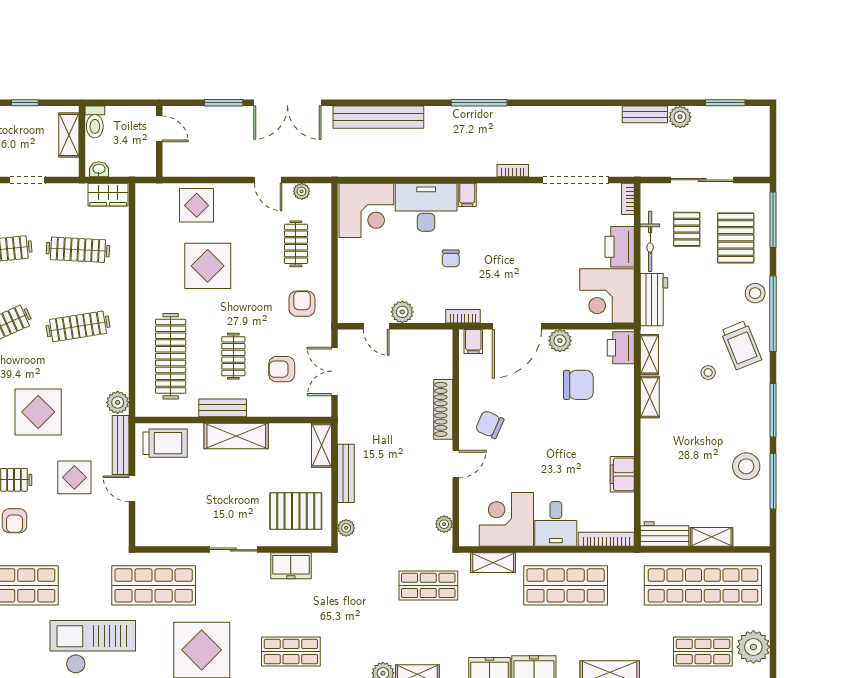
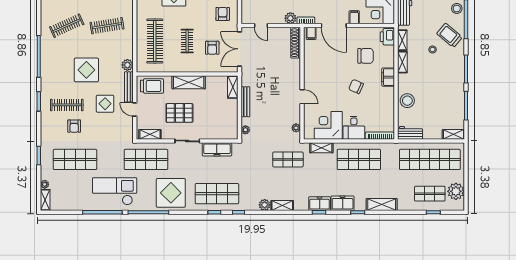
filing cabinet: (557, 310) -> (354, 17), added
plant: (402, 312) -> (290, 18), moved
door: (517, 326) -> (334, 26), hinge flipped
plant: (560, 341) -> (356, 33), removed
trolley: (741, 345) -> (450, 35), turned 152
armchair: (282, 369) -> (212, 48), turned -90
double door: (335, 371) -> (239, 49), width x1.37
bench: (223, 408) -> (182, 68), removed
shoe rack: (443, 409) -> (296, 43), moved
chair: (490, 425) -> (356, 86), moved
door: (456, 464) -> (302, 97), hinge flipped
stool: (746, 466) -> (407, 101), moved
filing cabinet: (622, 474) -> (388, 77), moved
pallet: (296, 511) -> (179, 113), moved
shelving: (161, 537) -> (150, 134), added
shelving: (711, 537) -> (453, 134), moved
freezer: (291, 566) -> (217, 149), width x1.40
shop shelf: (291, 652) -> (217, 194), width x1.43, depth x1.36

